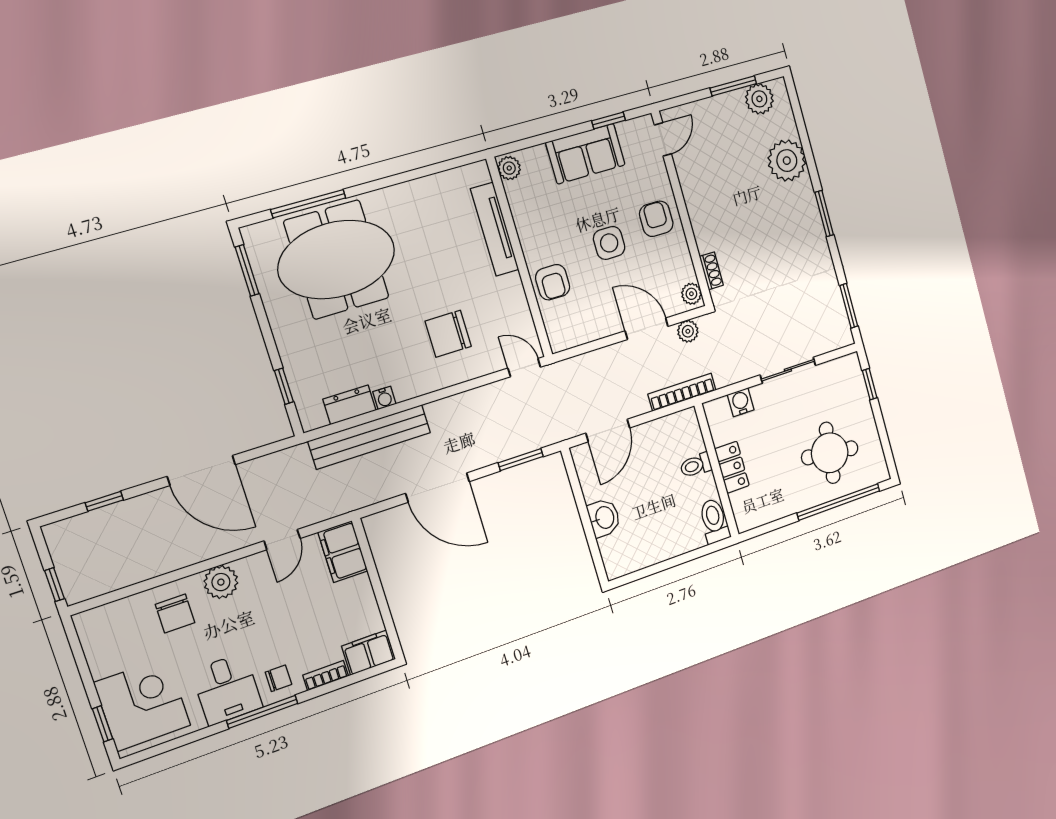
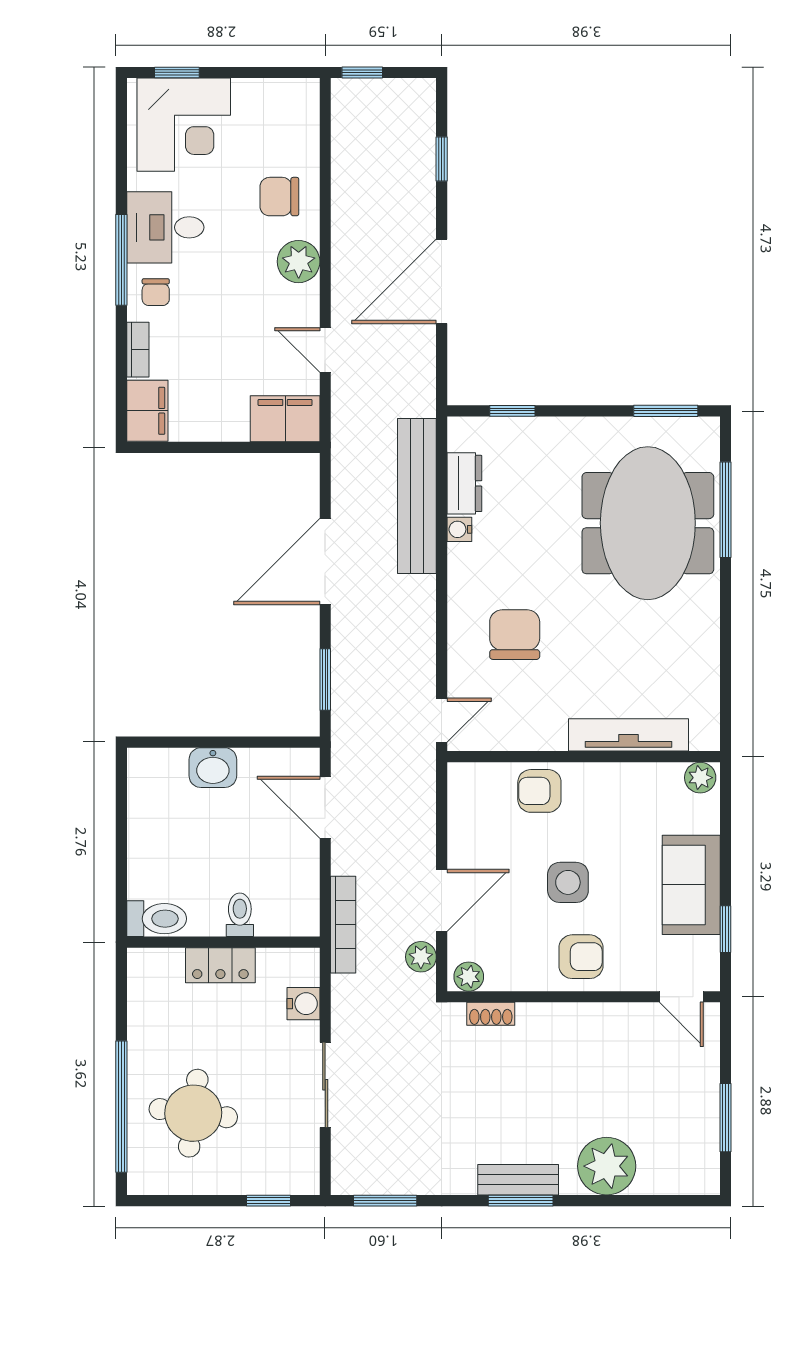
plant: (759, 99) -> (699, 1150), removed
bench: (812, 219) -> (518, 1180), added

